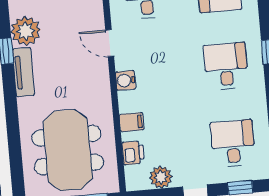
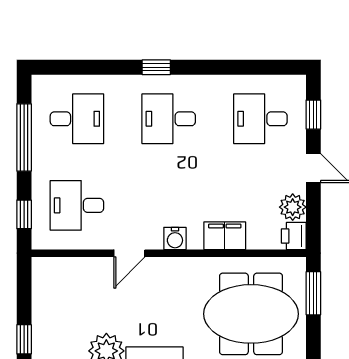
filing cabinet: (132, 122) -> (225, 236), width x2.00
printer: (133, 153) -> (294, 236), moved, turned -90

